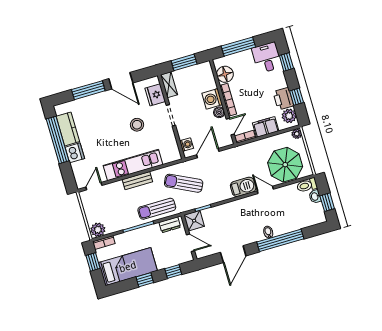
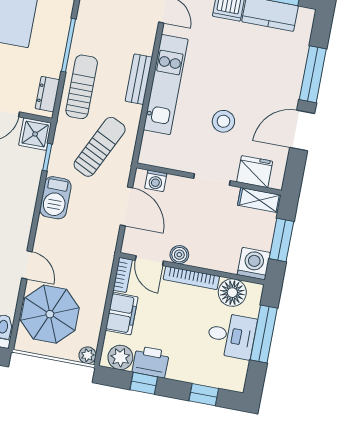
desk: (267, 58) -> (231, 336), moved
washing machine: (212, 99) -> (254, 264), moved
barbecue: (243, 187) -> (55, 198), moved
door: (265, 190) -> (27, 265), hinge flipped

